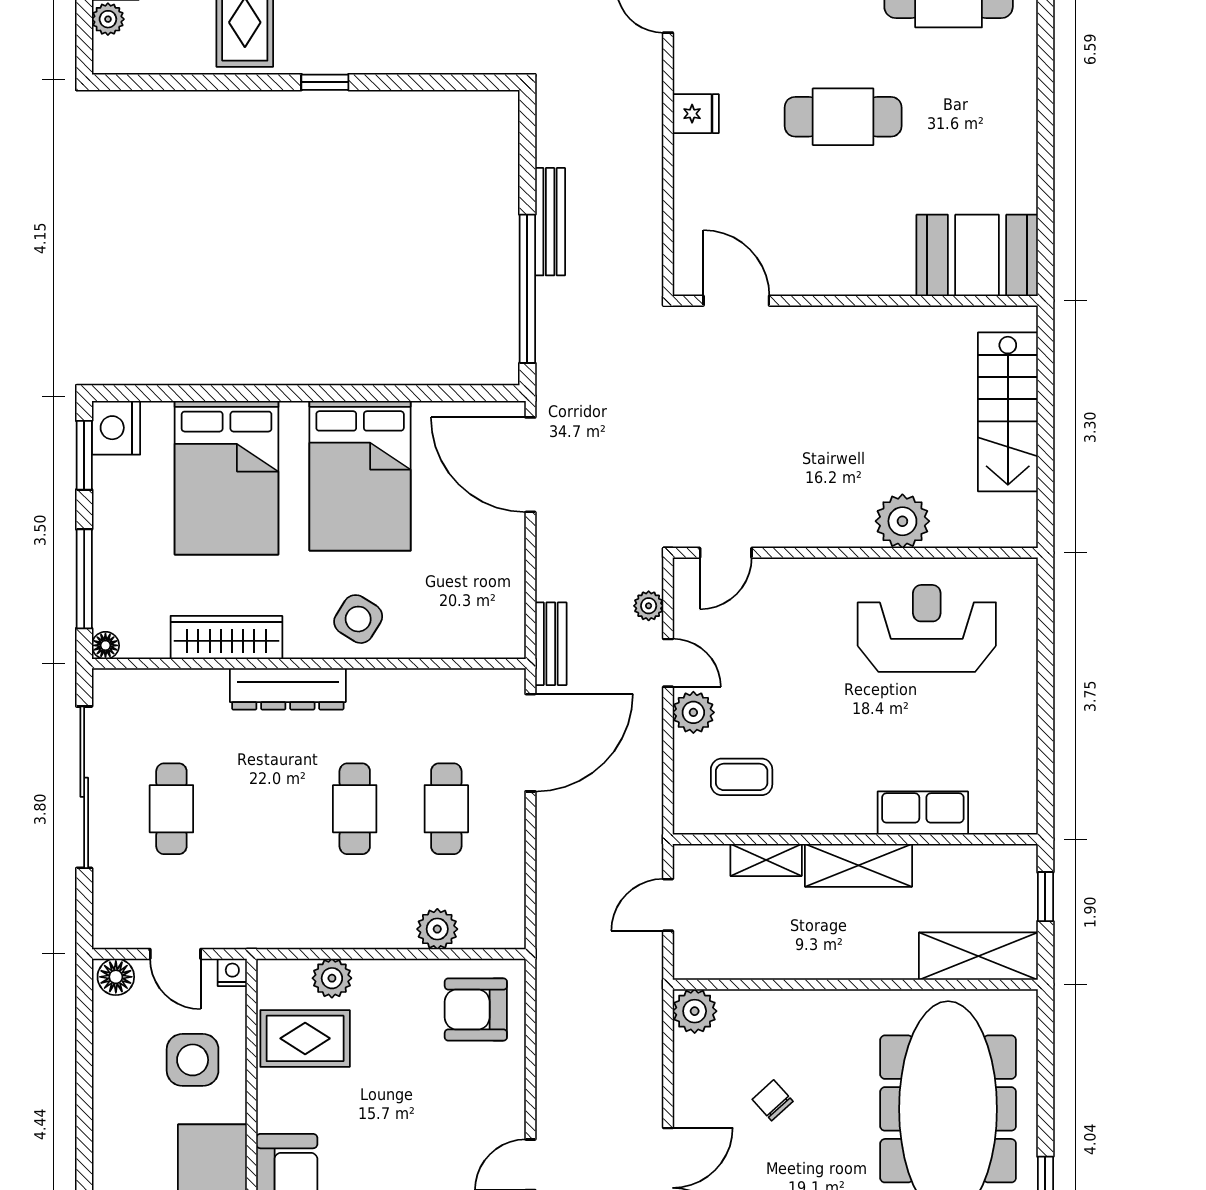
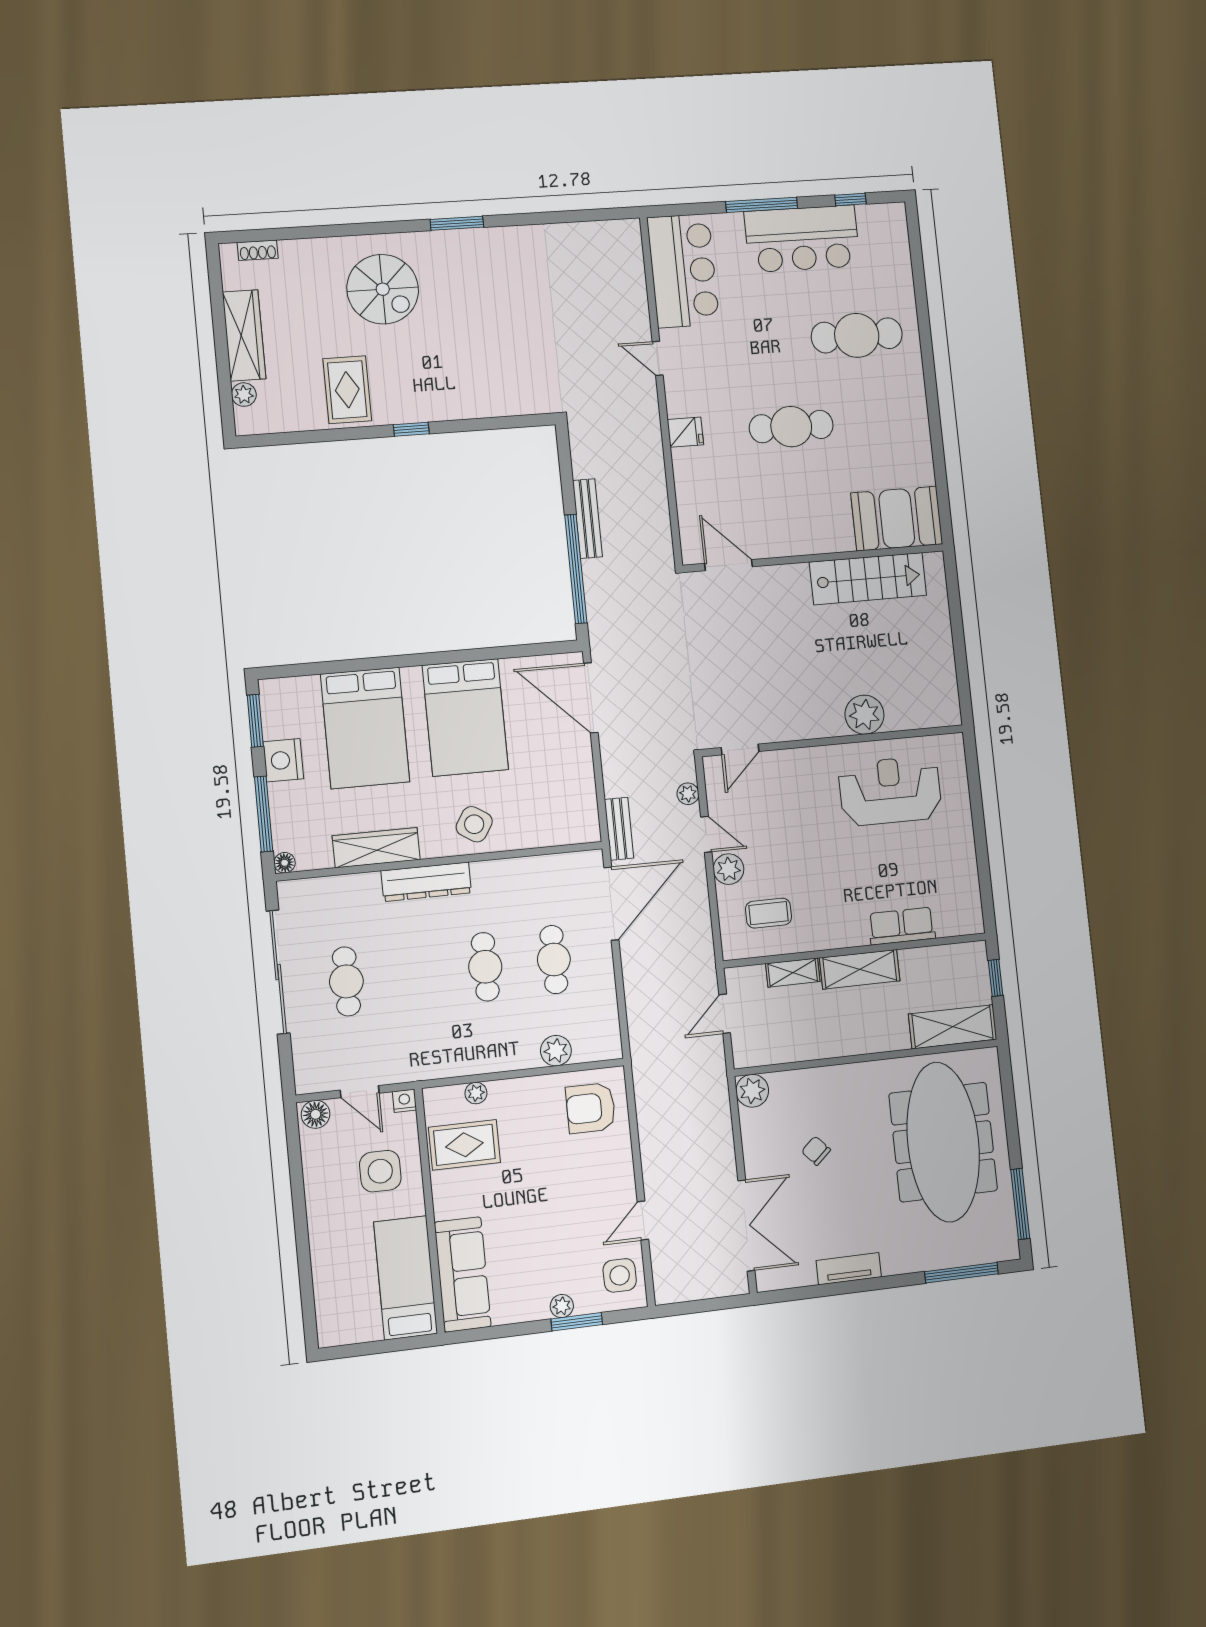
stairs: (1008, 412) -> (868, 579), moved, turned -90
nightstand: (116, 428) -> (283, 760), moved
plant: (332, 978) -> (476, 1093), width x0.73, depth x0.73

